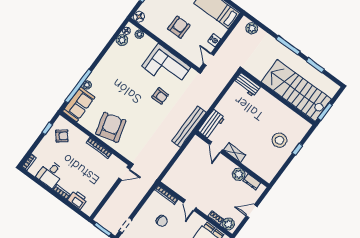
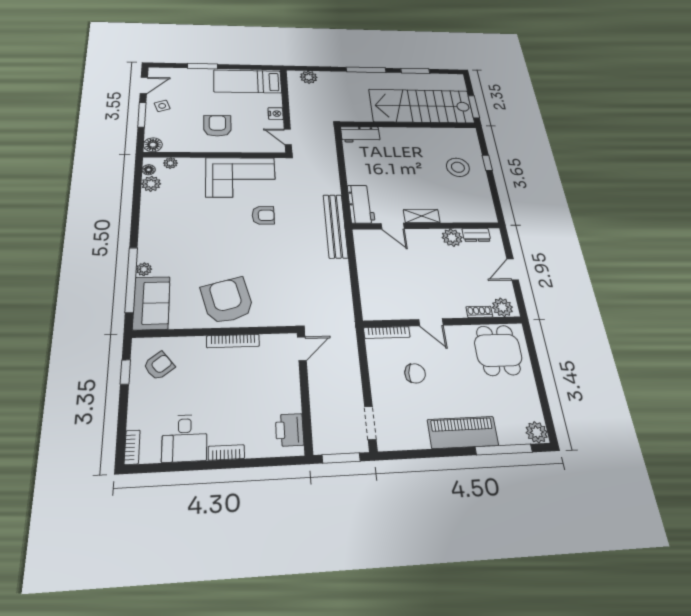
printer: (77, 200) -> (290, 430), moved, turned -90

